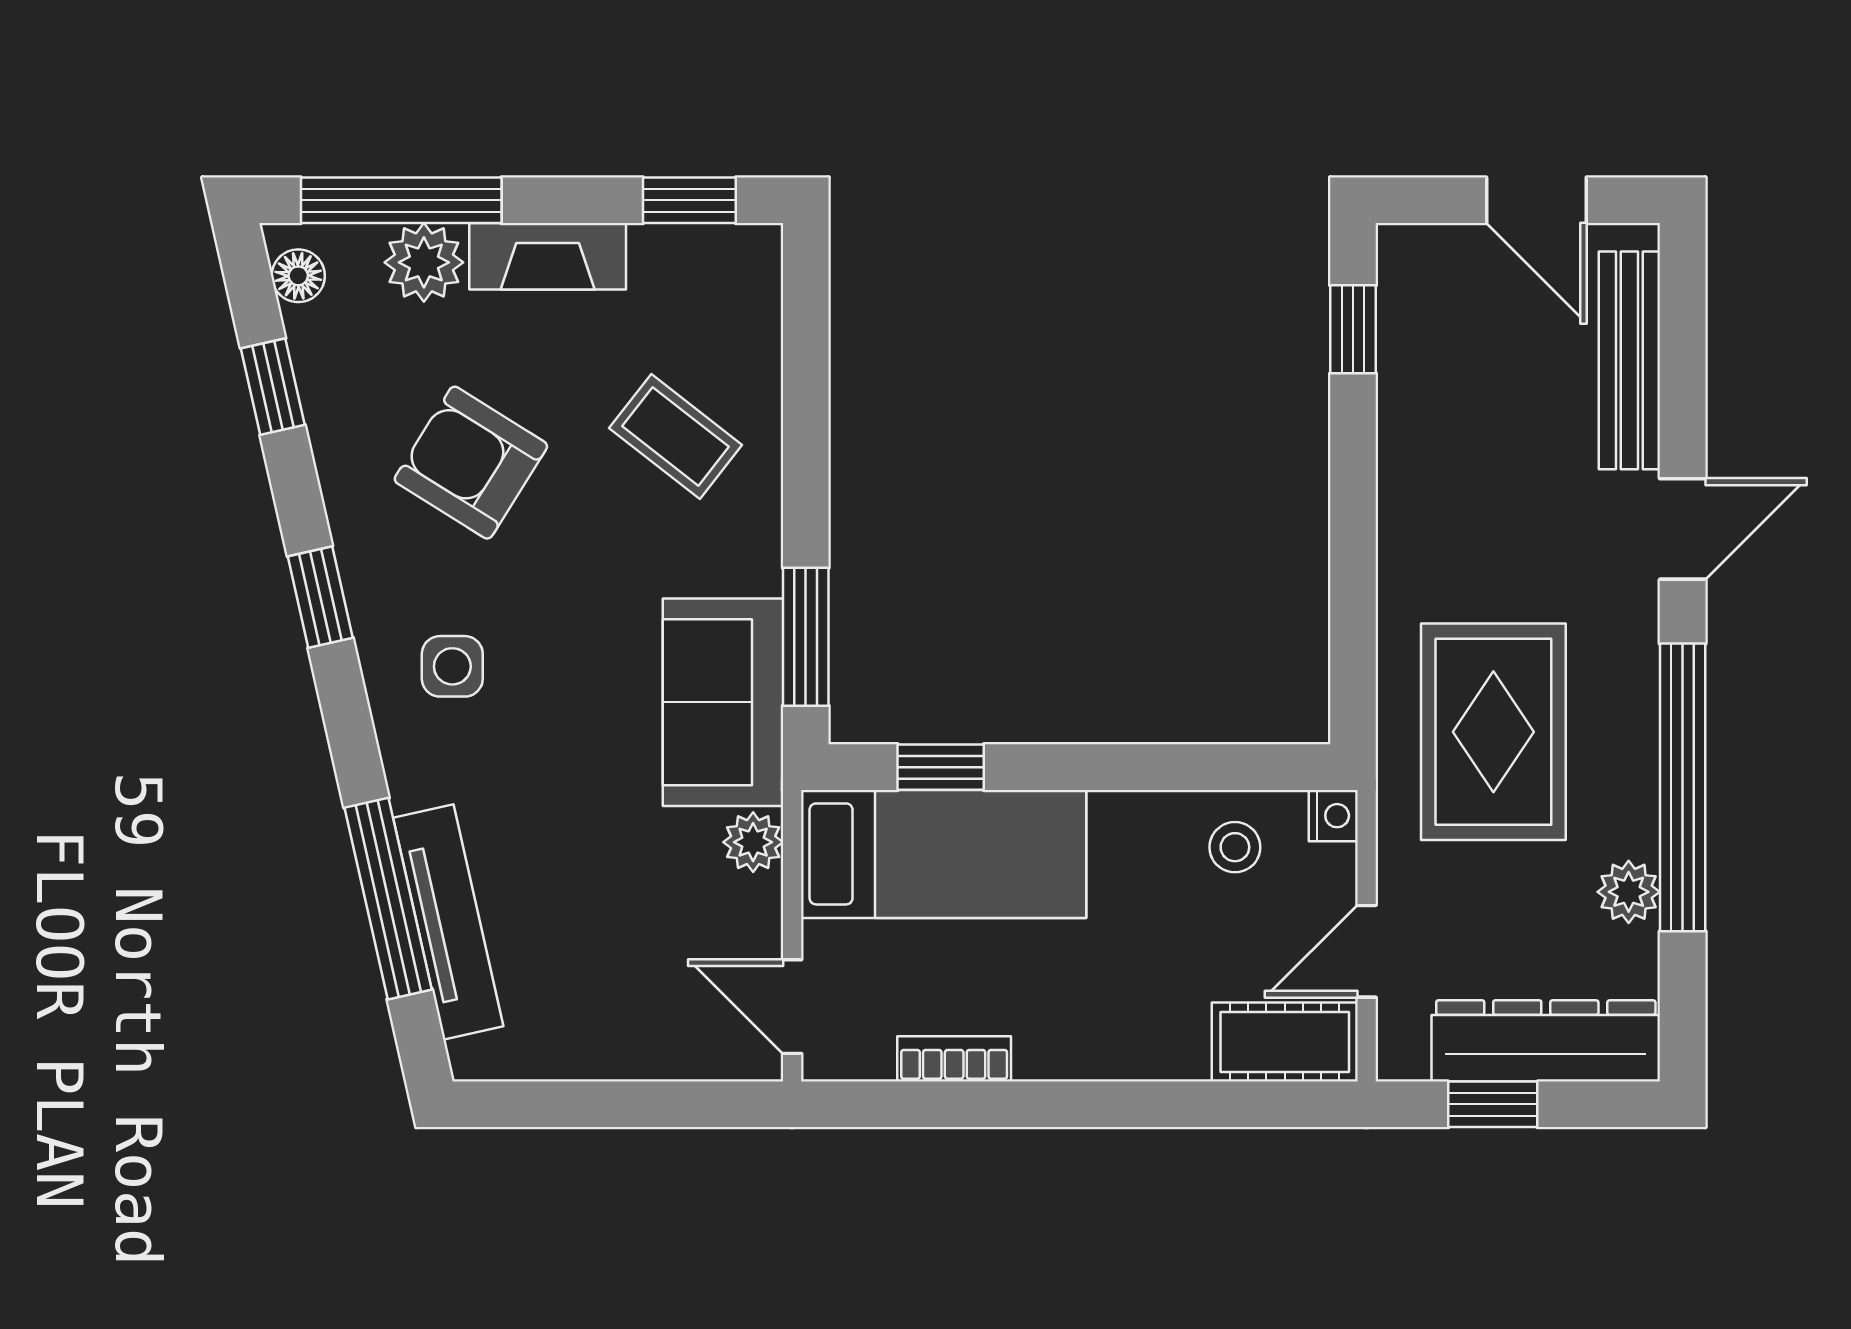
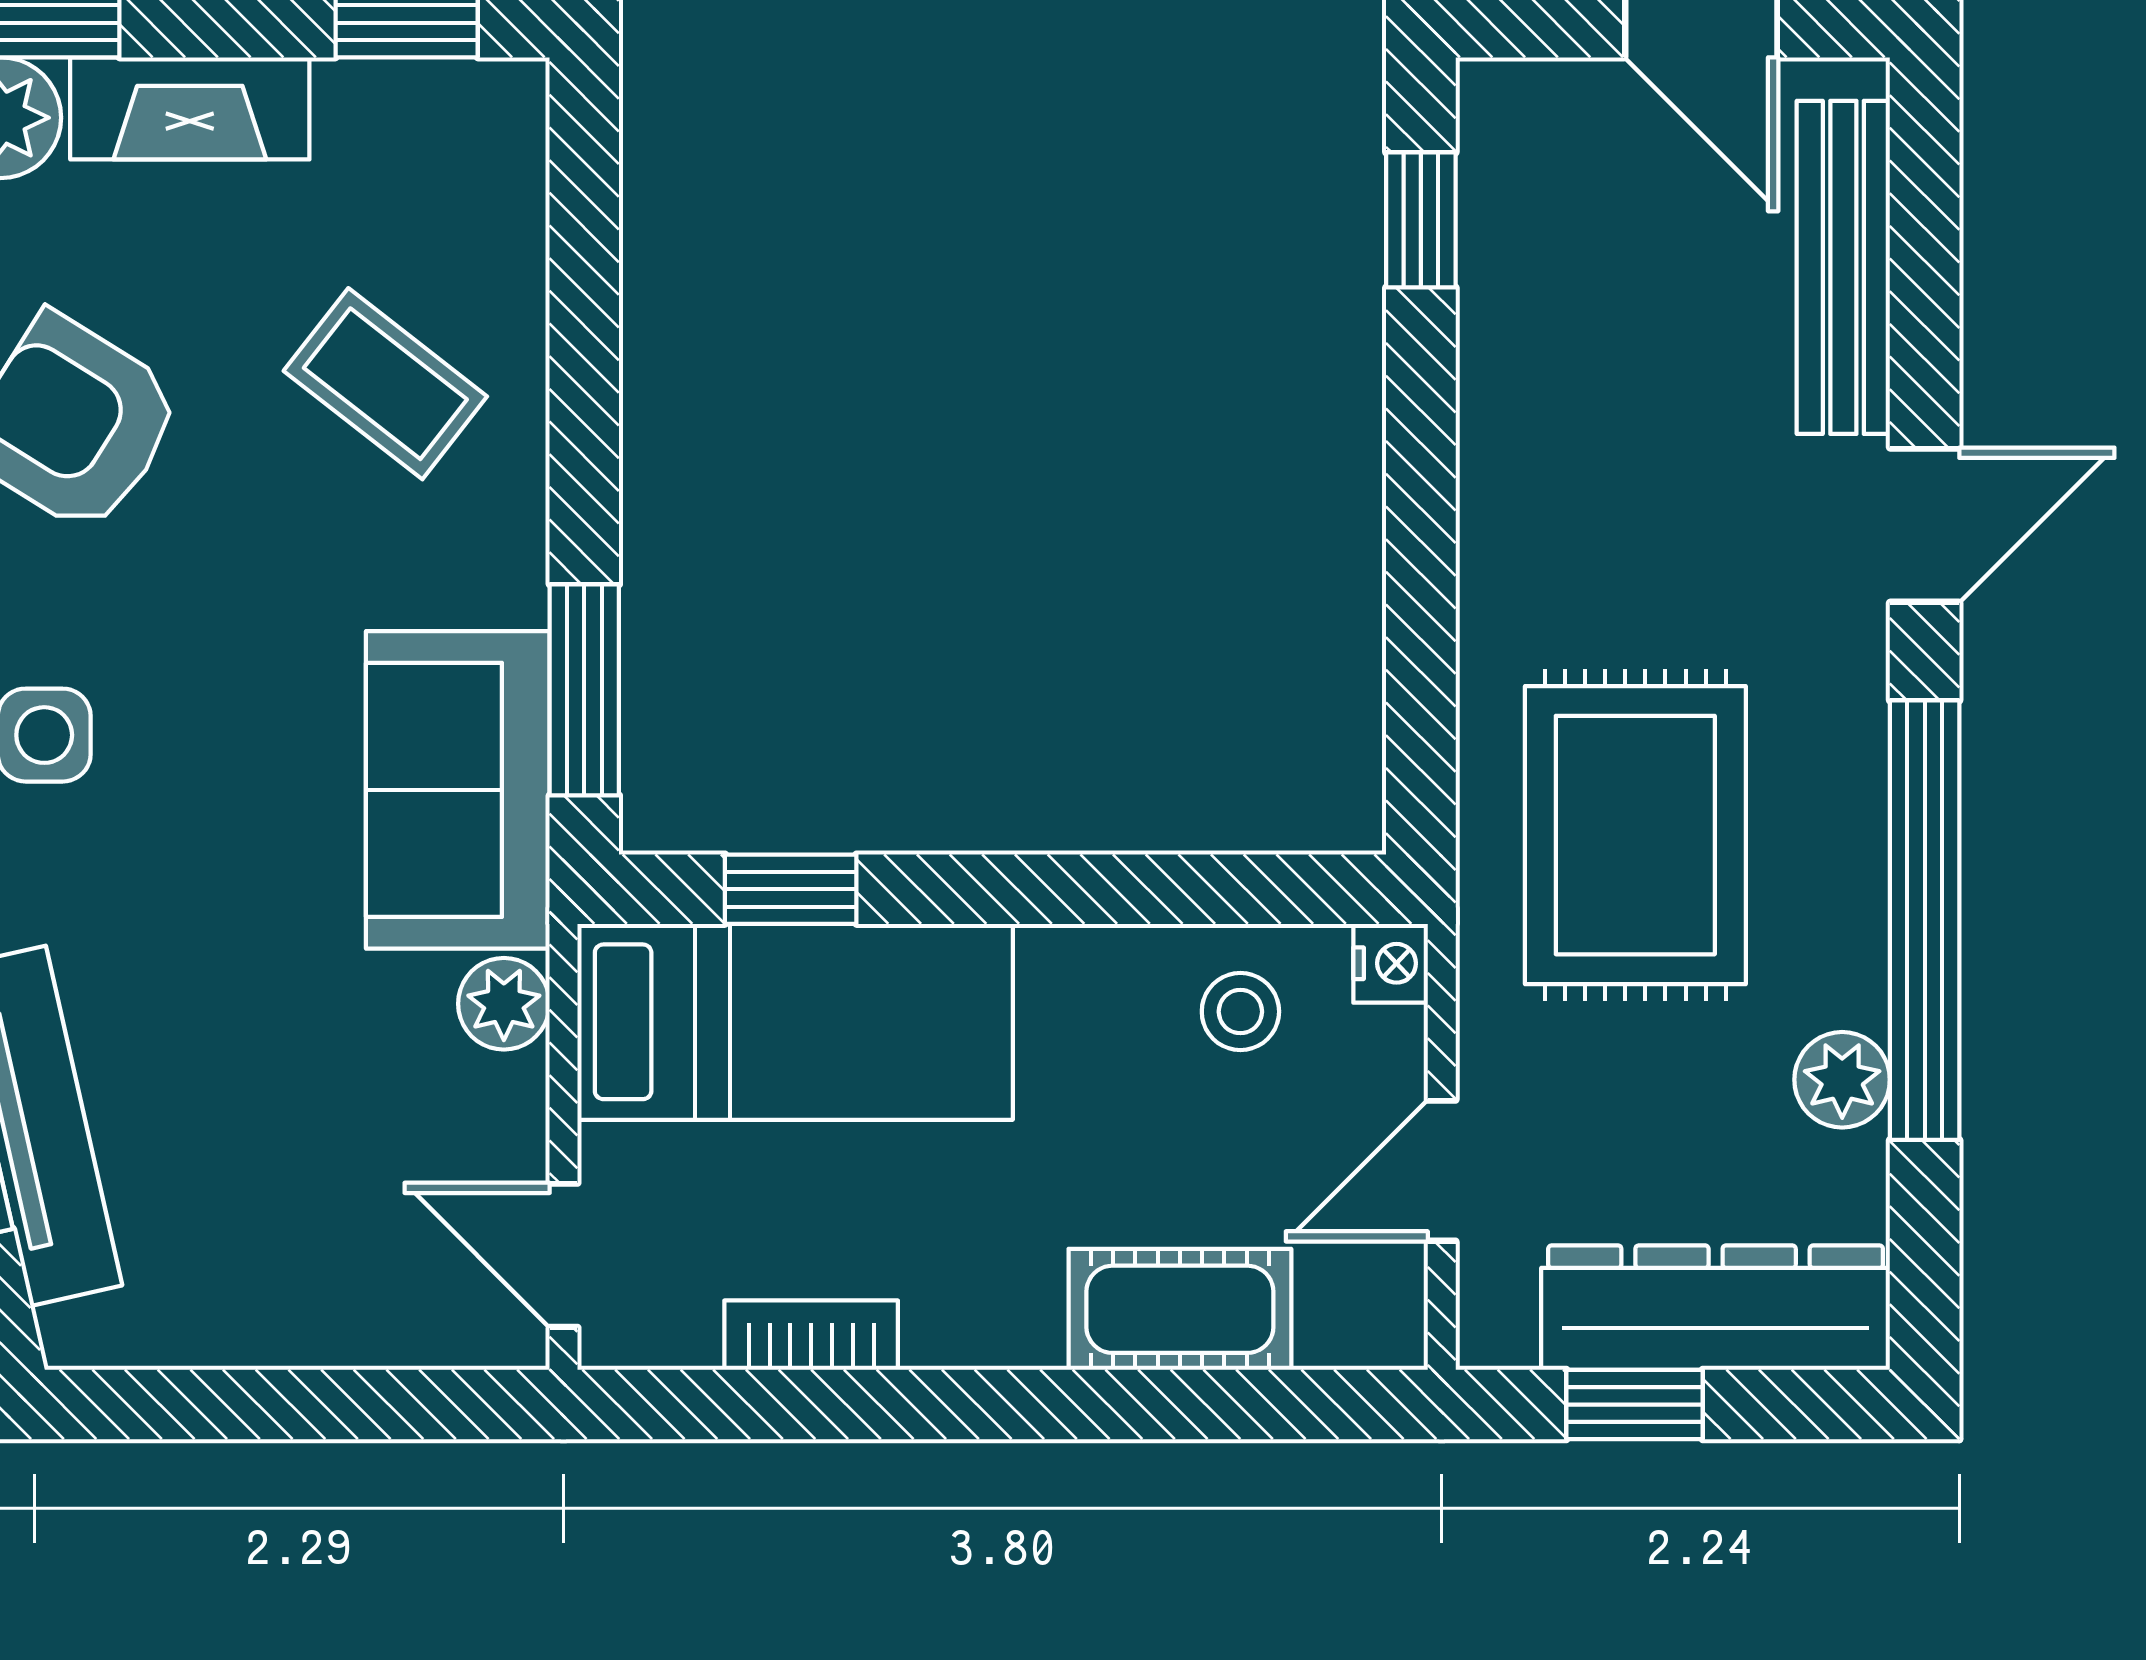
cot: (1285, 1042) -> (1180, 1309), moved

